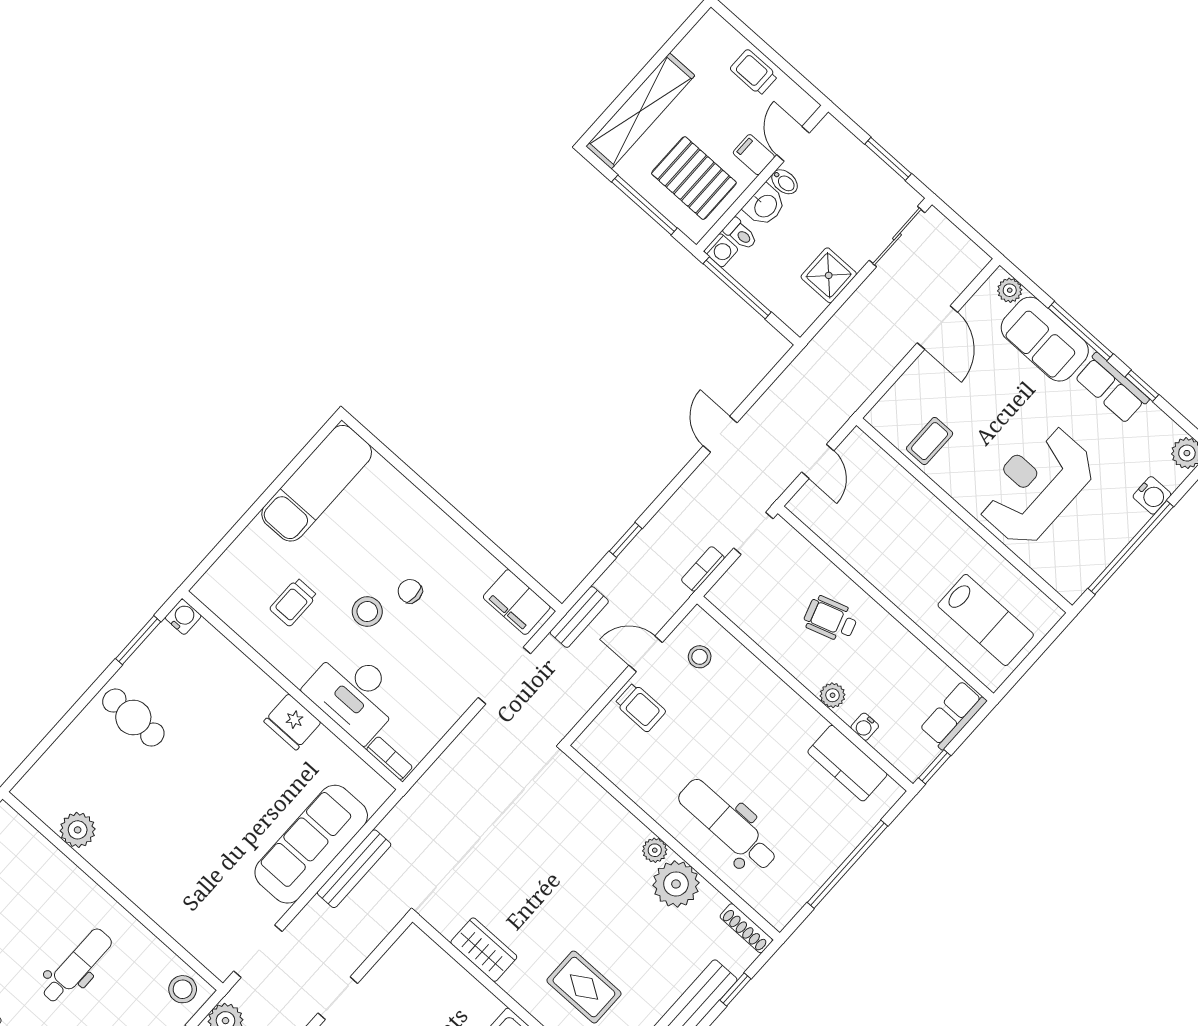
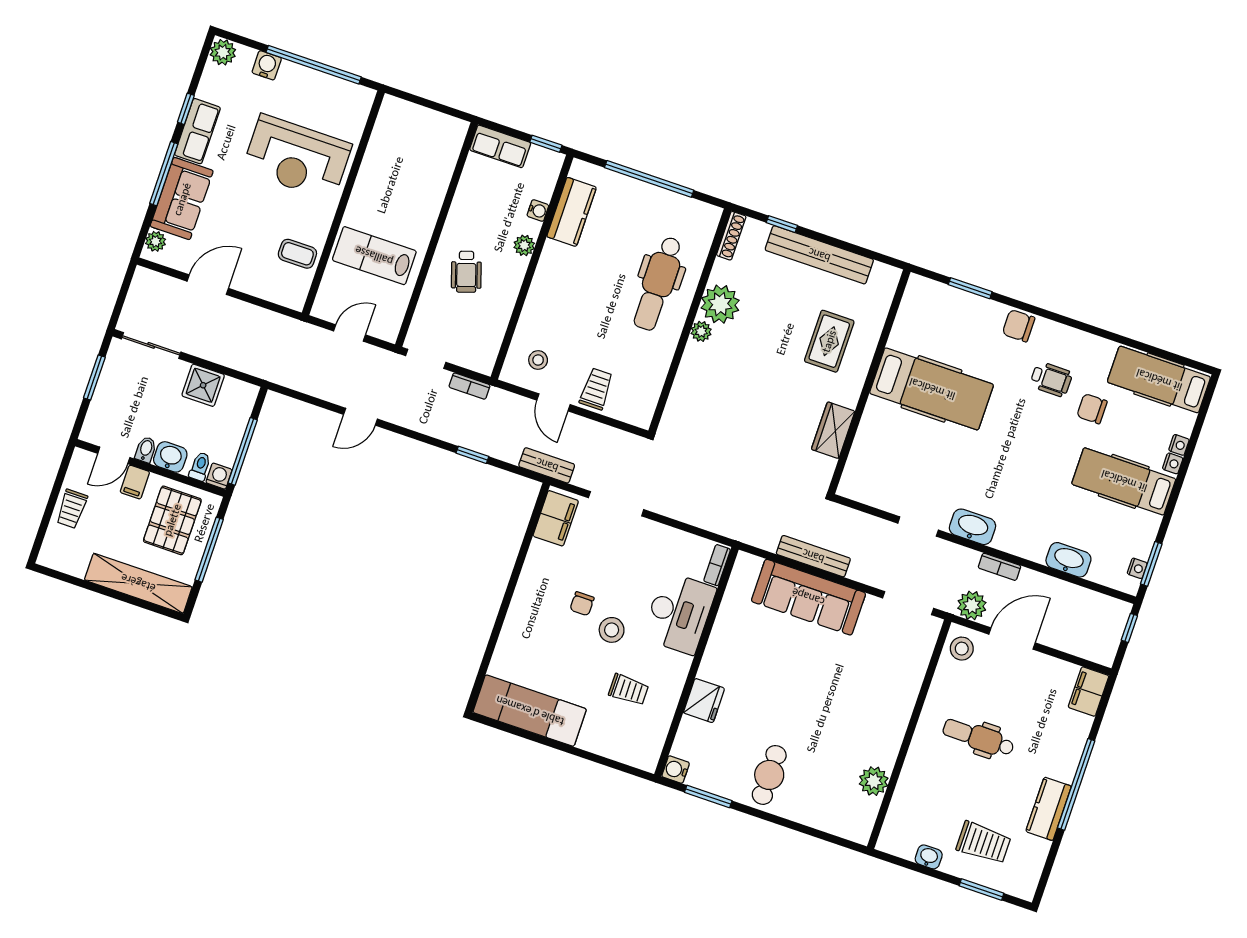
lab bench: (986, 620) -> (374, 256), moved, turned -90
fridge: (292, 722) -> (704, 701), moved

